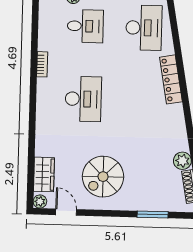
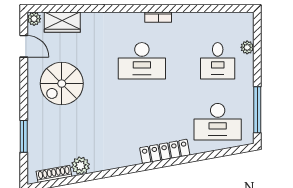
bookcase: (42, 64) -> (158, 17), moved
spiral stairs: (103, 177) -> (62, 84), turned -90
door: (66, 212) -> (24, 46), hinge flipped

